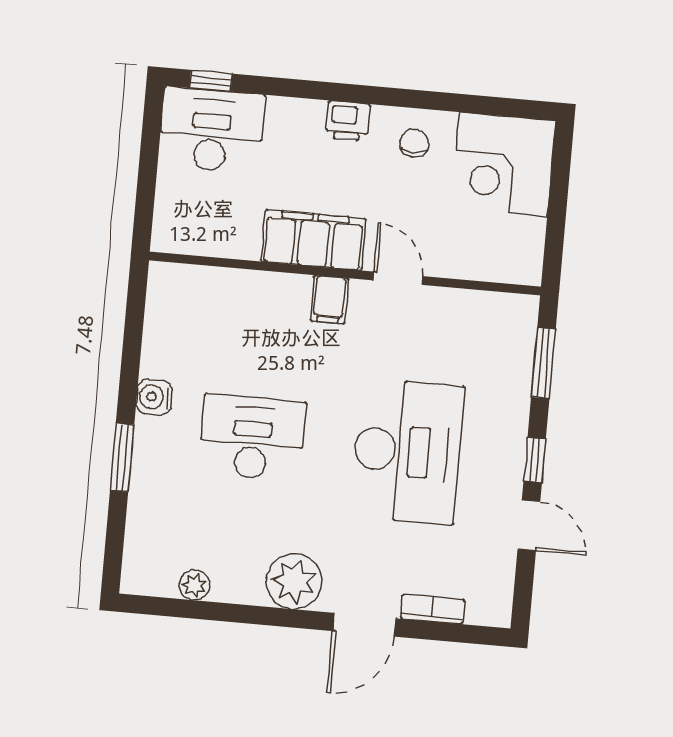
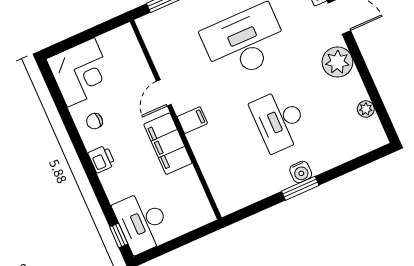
water cooler: (154, 397) -> (301, 172), moved
window: (122, 457) -> (300, 188), moved

